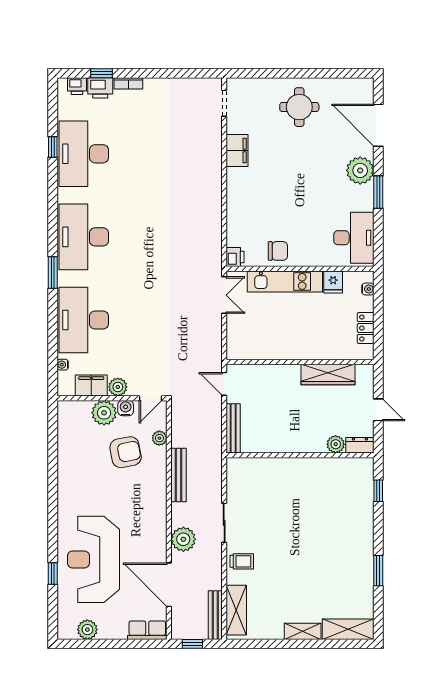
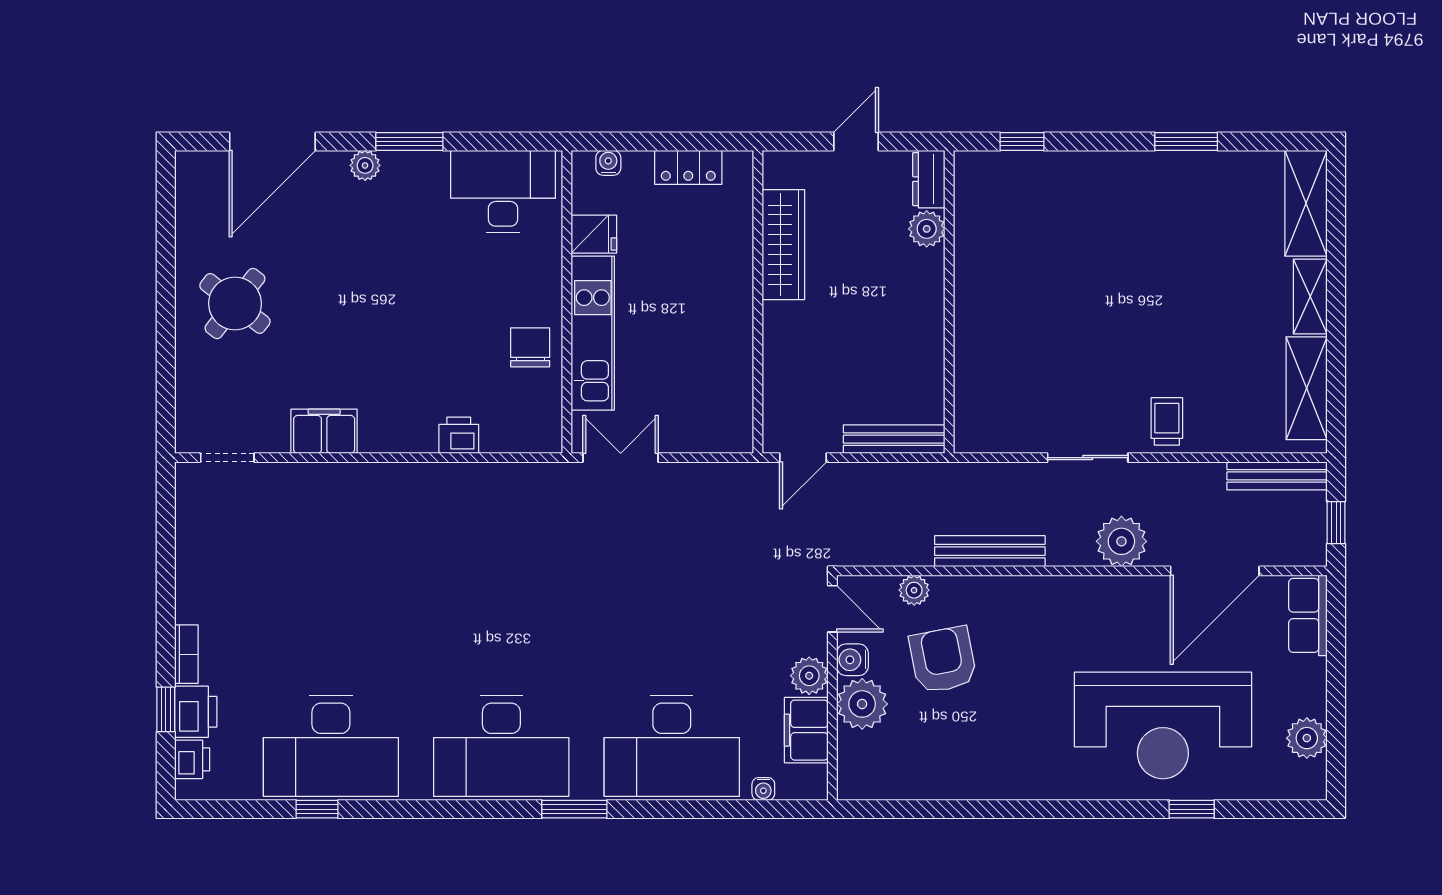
round table: (299, 107) -> (235, 303), turned 38
plant: (360, 170) -> (365, 165), width x0.53, depth x0.53
printer: (235, 257) -> (459, 435), moved
shelving: (236, 610) -> (1307, 388), moved, turned 90

